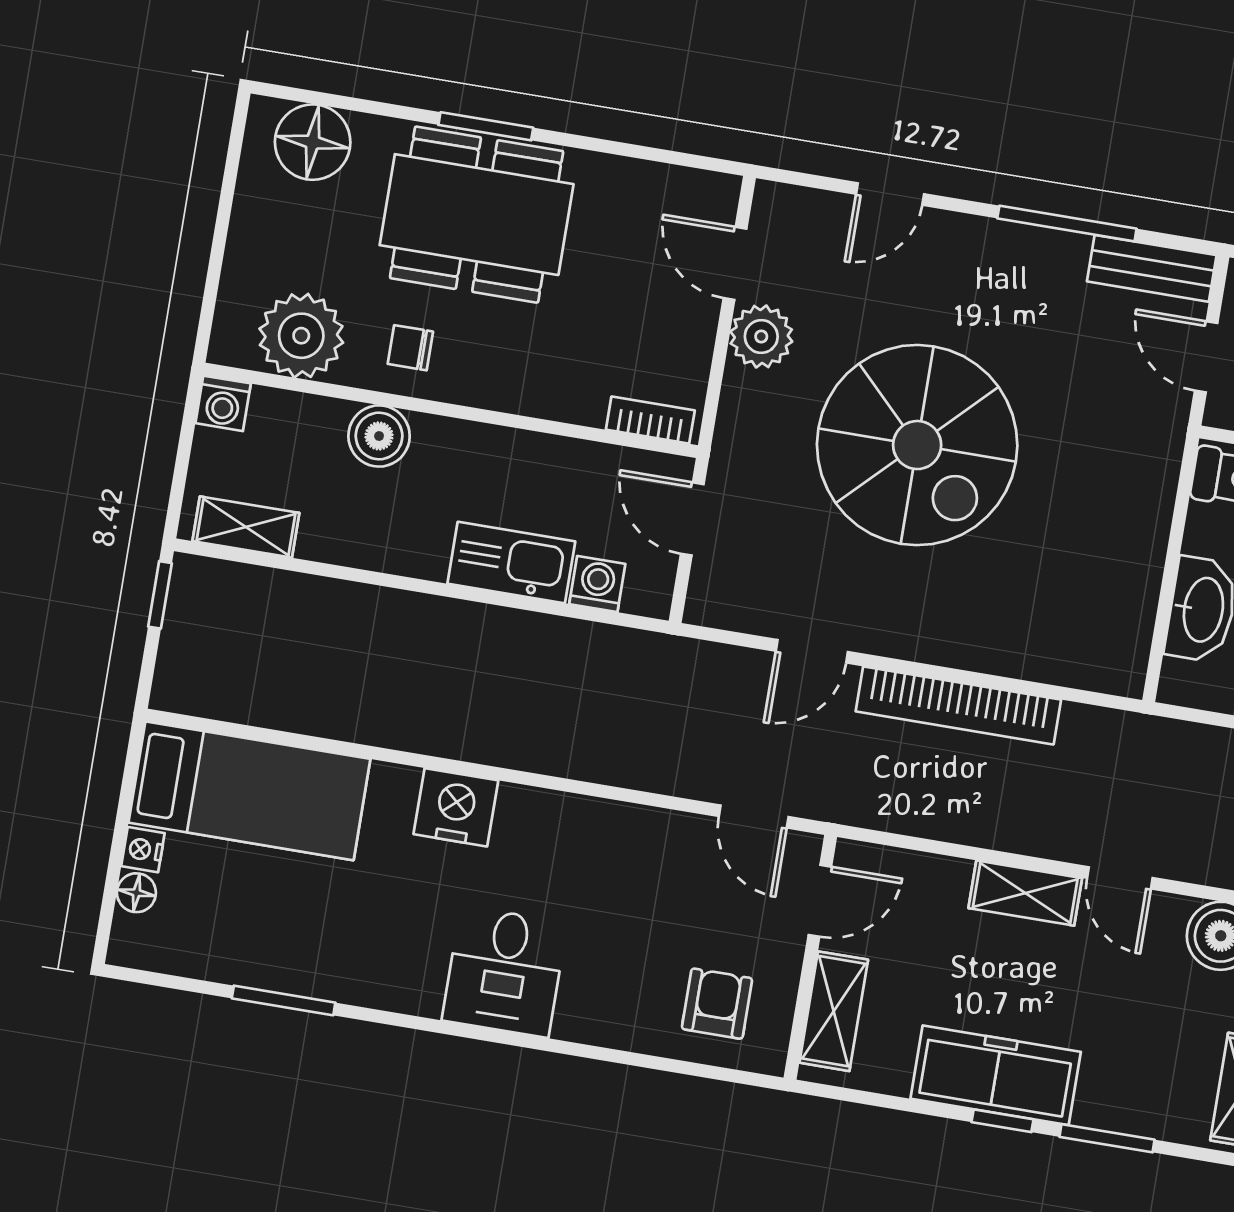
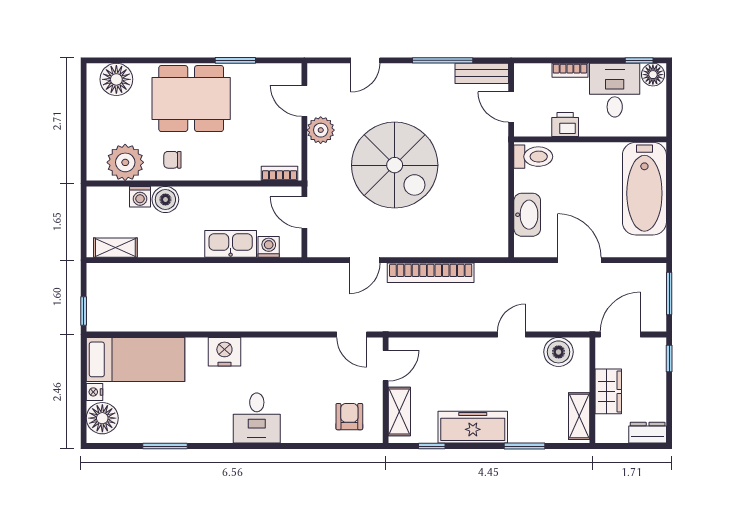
window: (486, 126) -> (235, 60), moved
washing machine: (223, 403) -> (140, 197), moved
window: (160, 595) -> (84, 311), moved
door: (1120, 878) -> (512, 335), swing flipped
floor lamp: (136, 893) -> (102, 418), width x1.89, depth x1.89
shelving: (1025, 893) -> (472, 348), removed
window: (1002, 1121) -> (432, 446), moved

